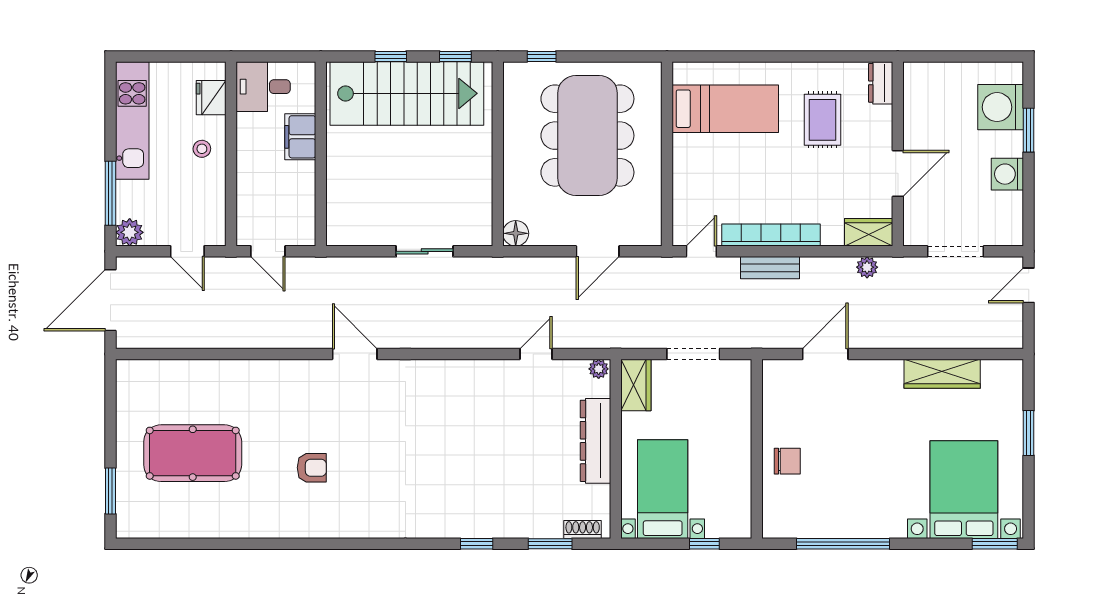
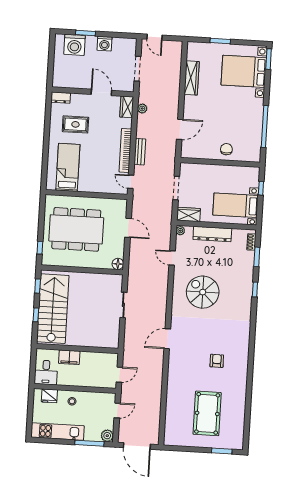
door: (825, 354) -> (180, 129), swing flipped
spiral stairs: (464, 427) -> (203, 292), added

